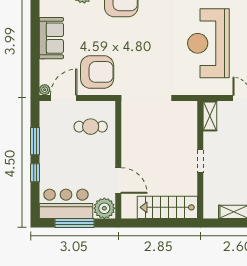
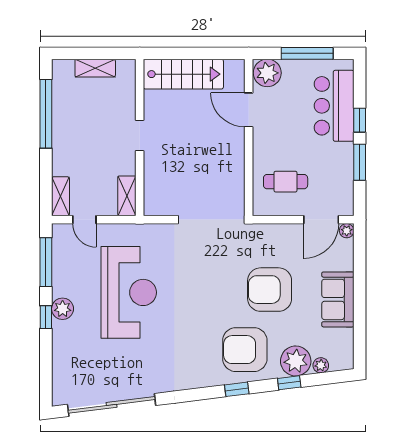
armchair: (97, 72) -> (270, 290), moved
bar counter: (66, 204) -> (334, 106), moved, turned 90

